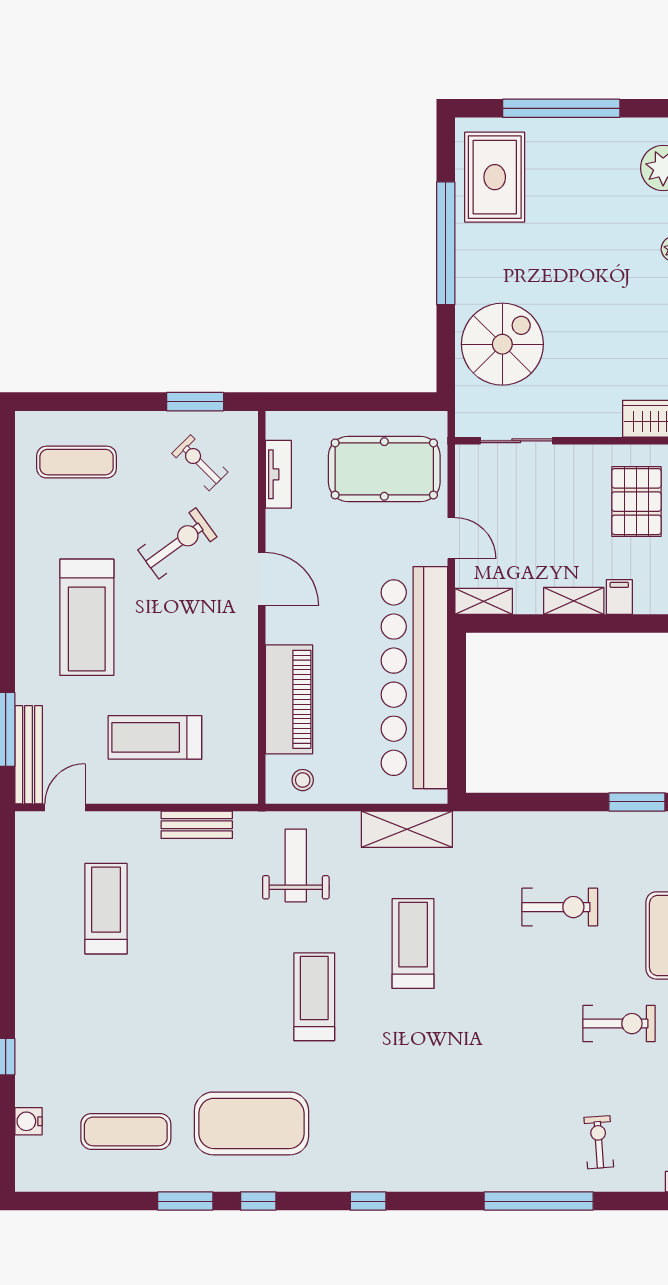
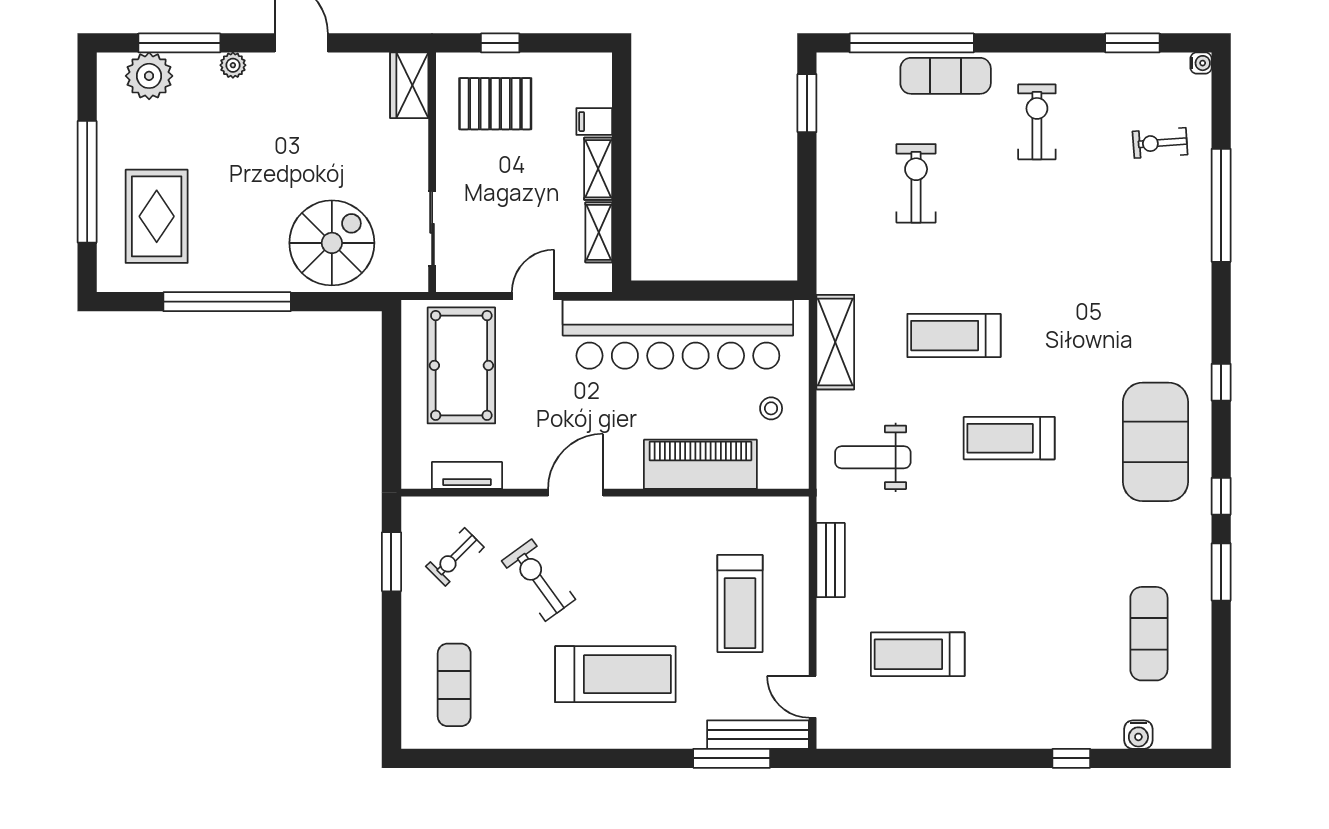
rug: (495, 177) -> (157, 216), moved, turned 90
spiral stairs: (502, 344) -> (332, 243), turned 90
shelving: (484, 601) -> (599, 232), moved
stool: (303, 780) -> (771, 408), moved
exercise mat: (251, 1123) -> (1155, 442), moved

